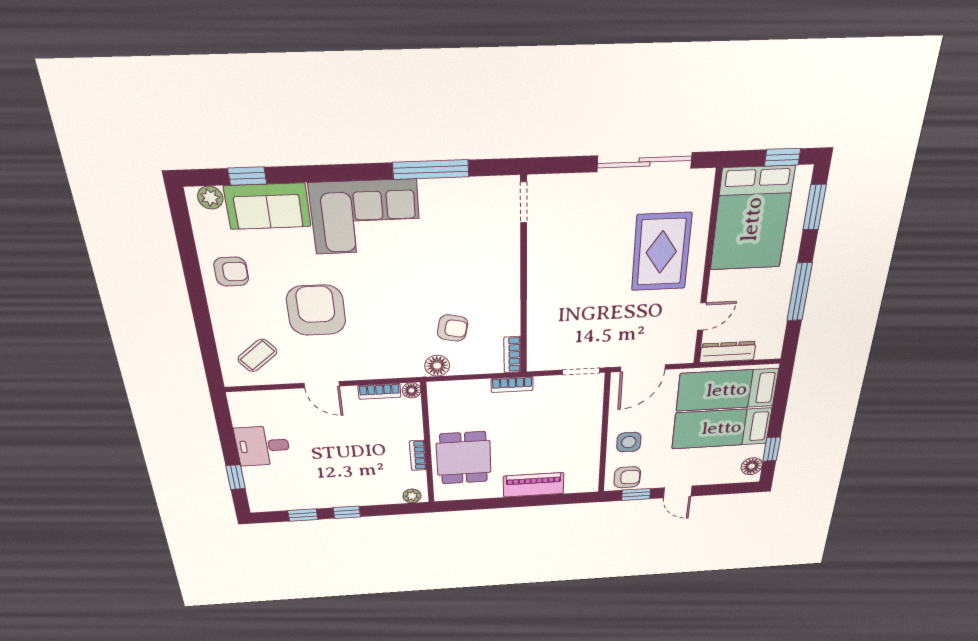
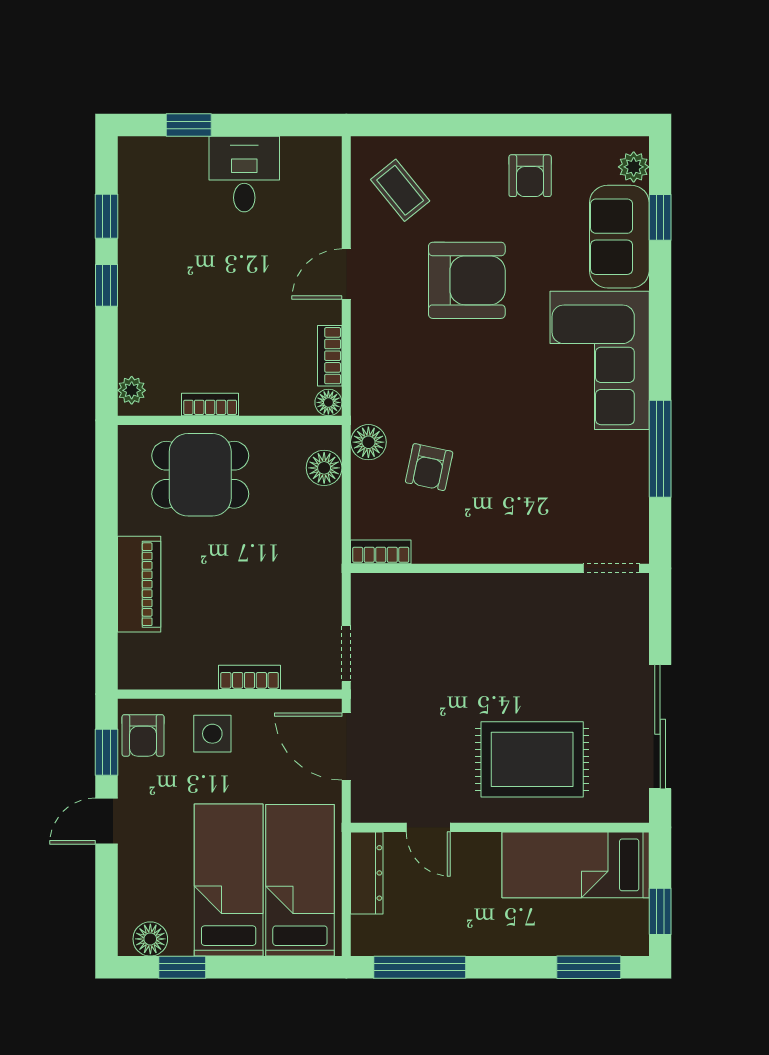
bed: (752, 219) -> (576, 865), width x0.67
window: (800, 292) -> (420, 967), moved
bookcase: (512, 385) -> (250, 677), moved, turned 90
floor lamp: (456, 391) -> (324, 468), added

